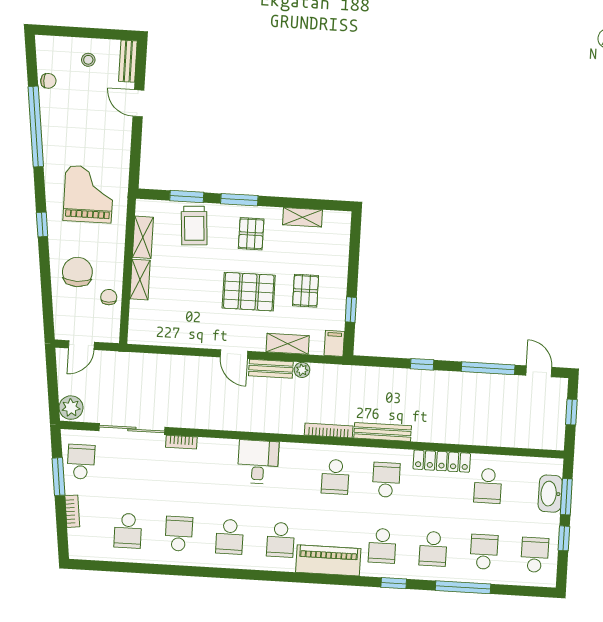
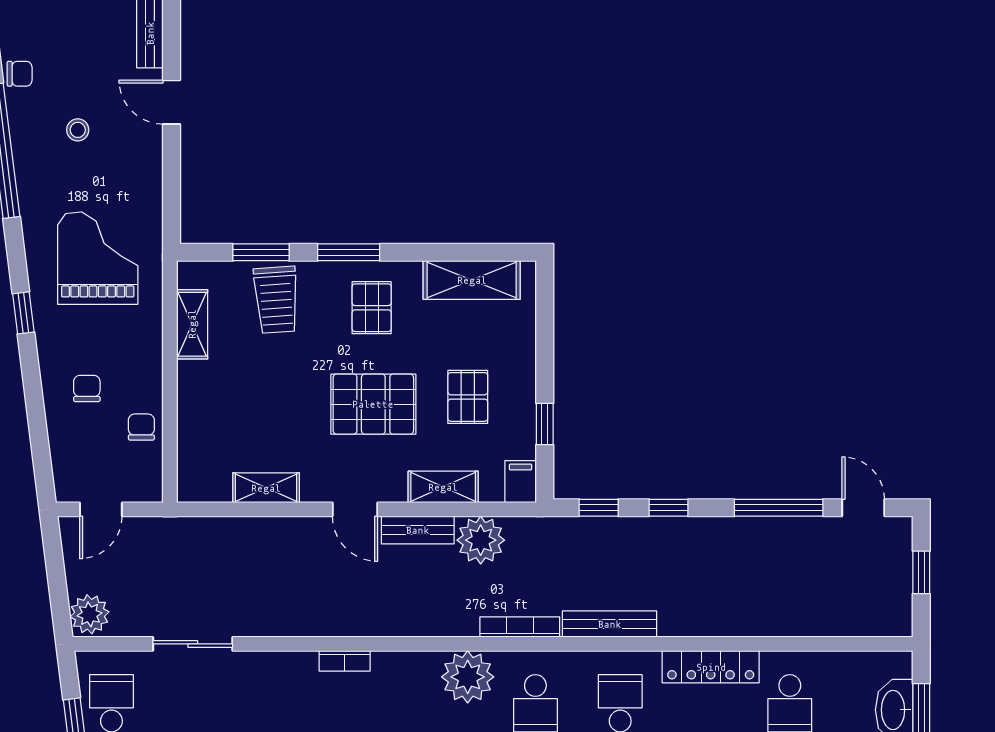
stool: (88, 60) -> (78, 130), moved
shelving: (303, 217) -> (472, 280), width x1.50, depth x1.33
chair: (77, 272) -> (87, 388), width x0.54, depth x0.54
shelving: (140, 280) -> (266, 488), moved, turned 90
window: (380, 362) -> (599, 508), added
plant: (302, 370) -> (481, 540), width x1.87, depth x1.87
sliding door: (132, 429) -> (193, 644), width x0.73
bookcase: (181, 442) -> (345, 661), moved
plant: (296, 459) -> (468, 677), added
desk: (258, 462) -> (406, 686), removed

